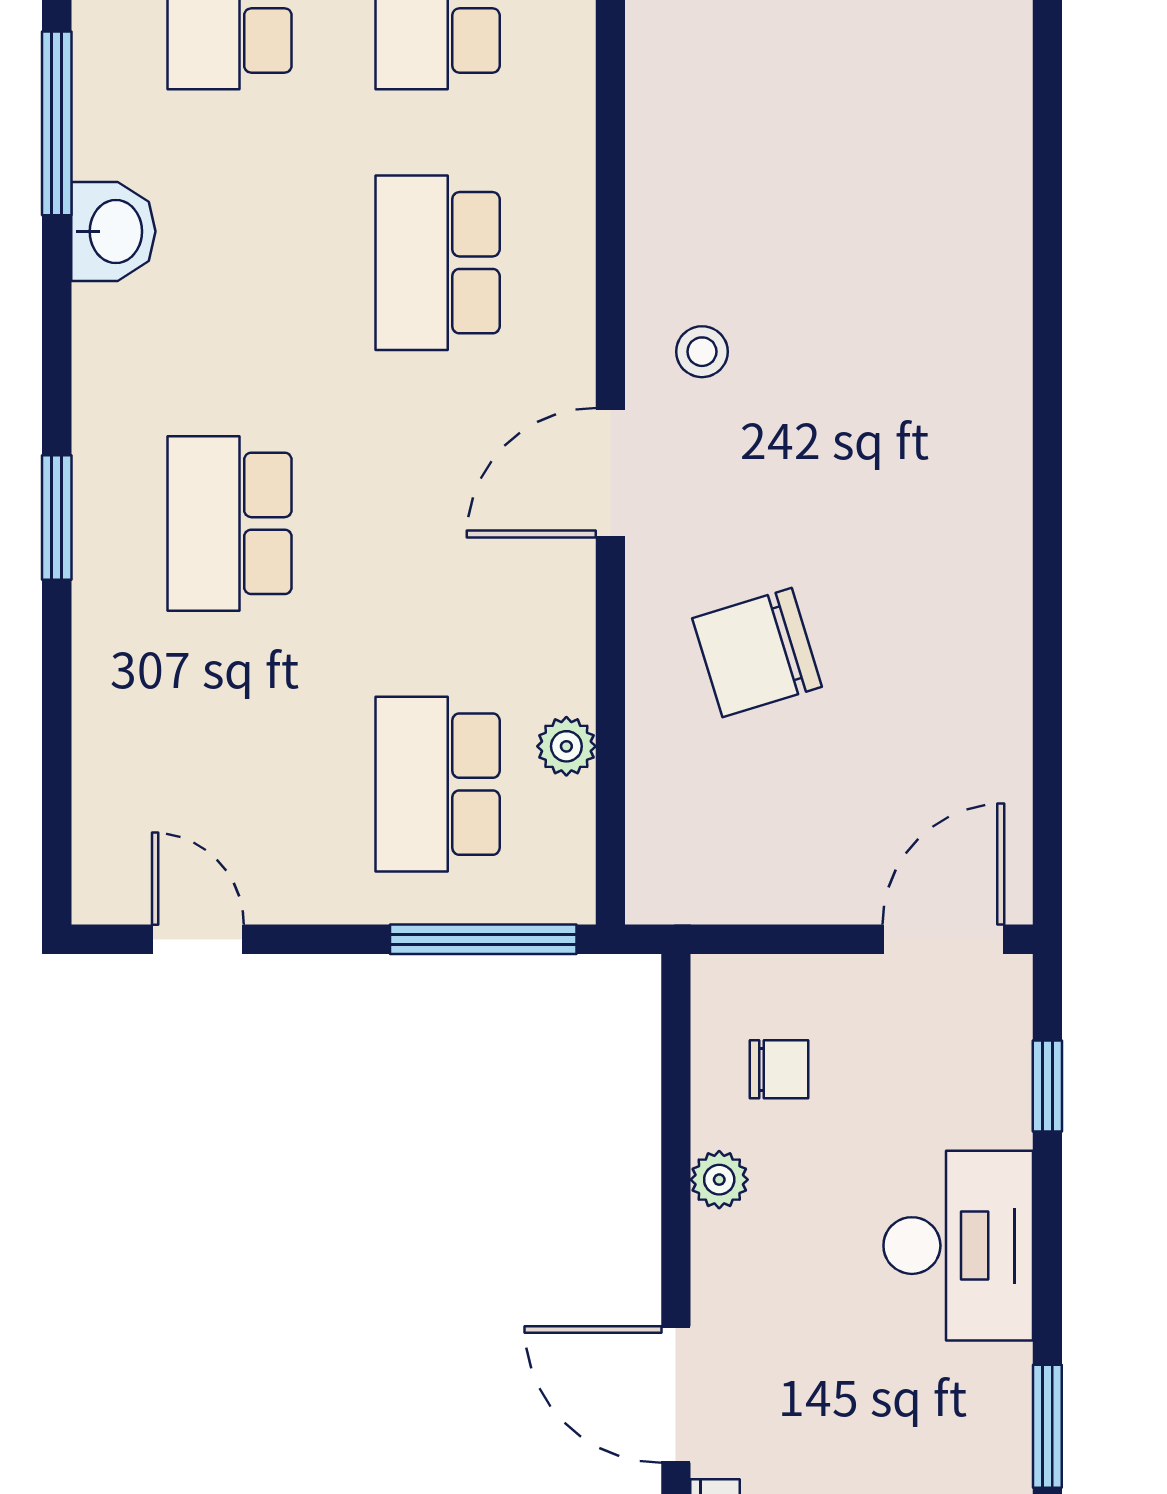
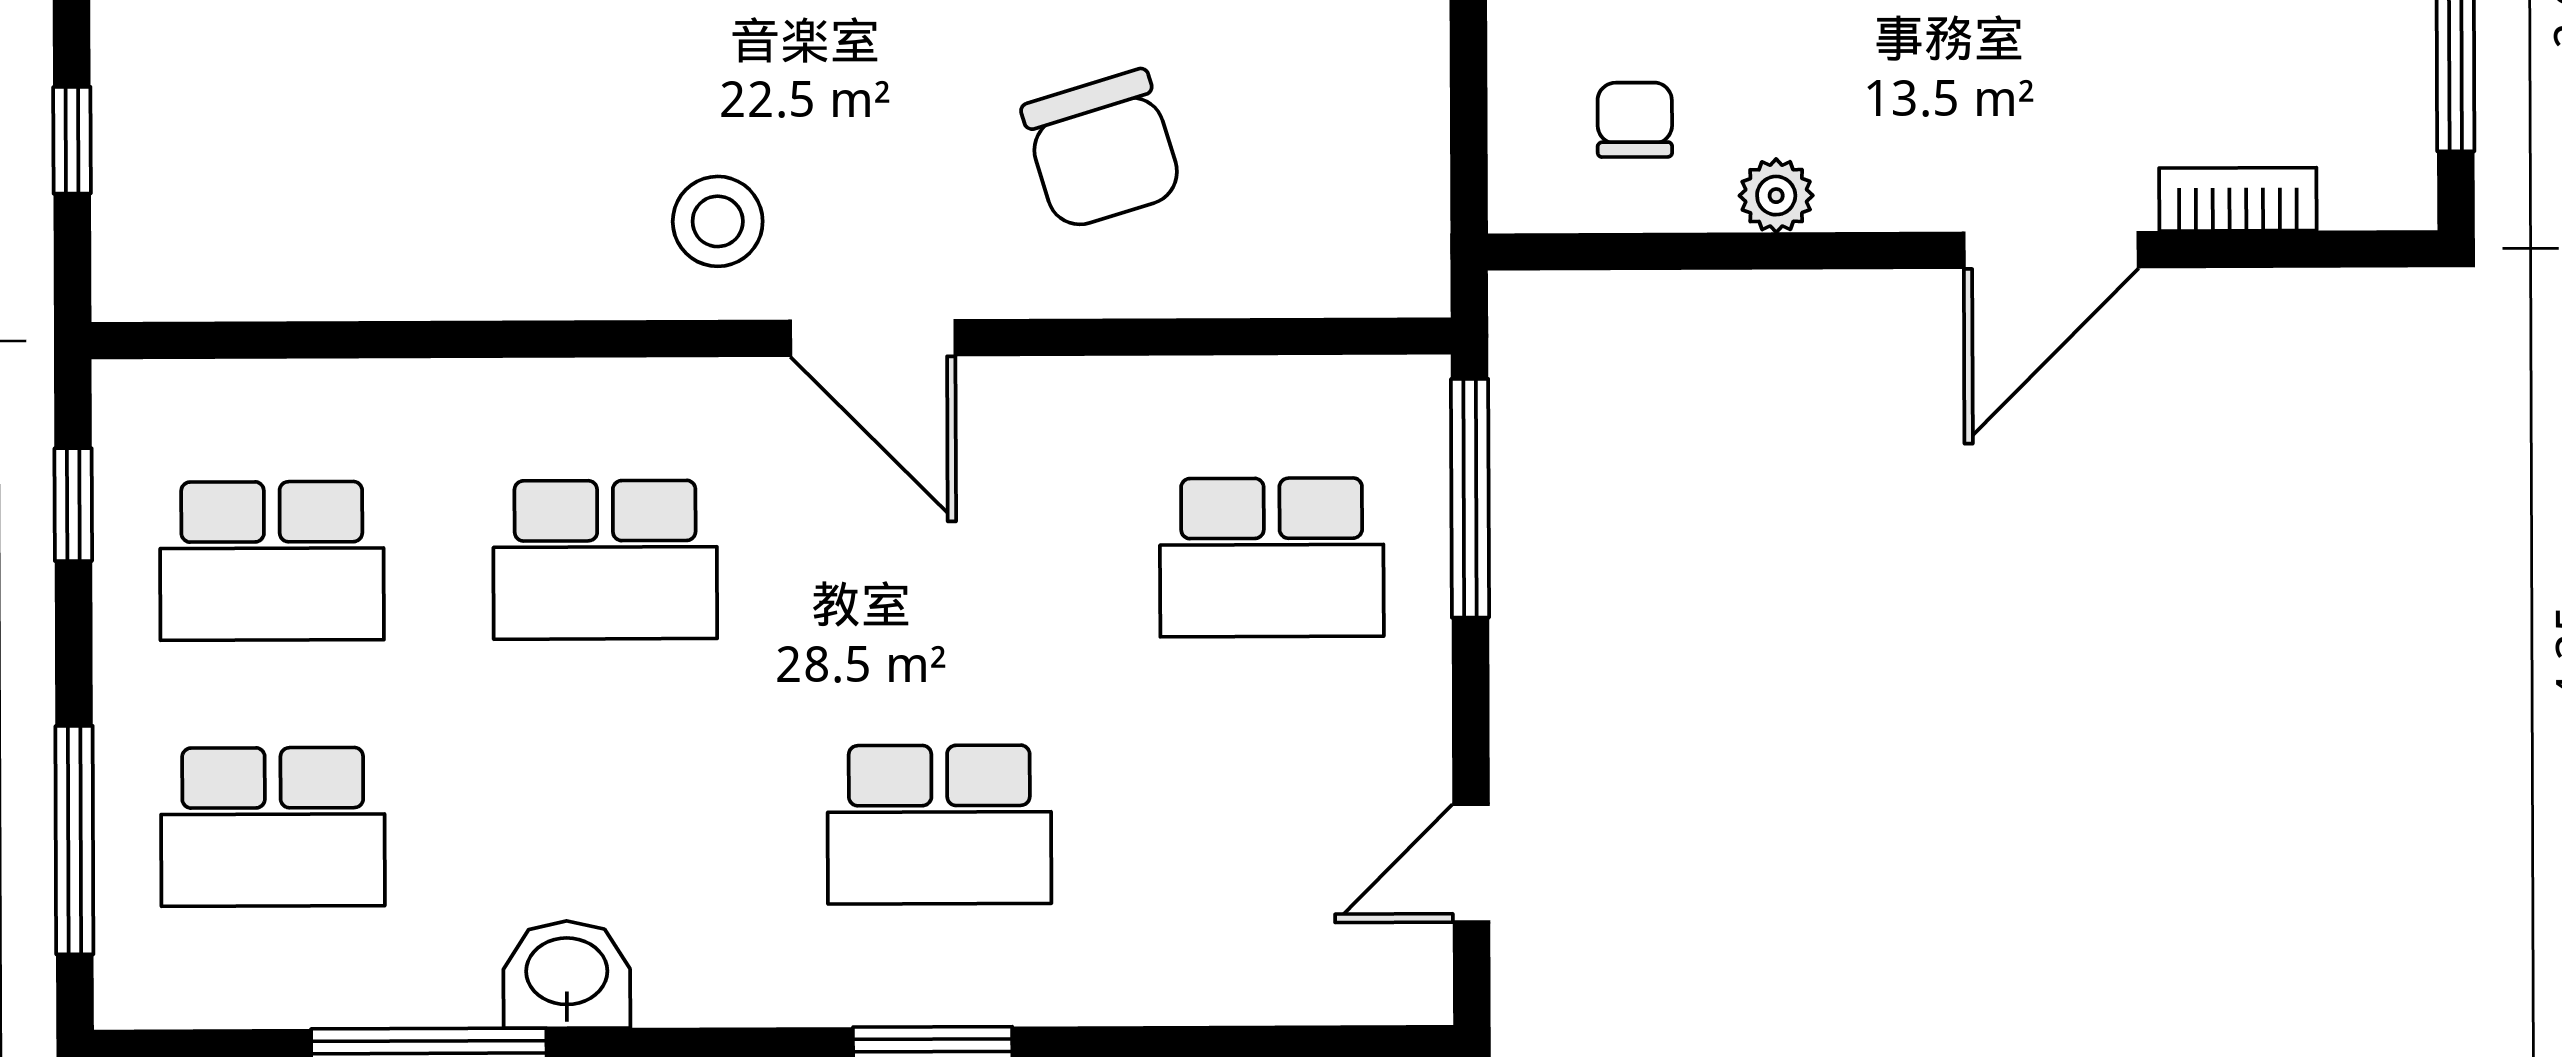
stool: (702, 352) -> (718, 221), width x1.37, depth x1.37
plant: (566, 746) -> (1223, 393), removed

